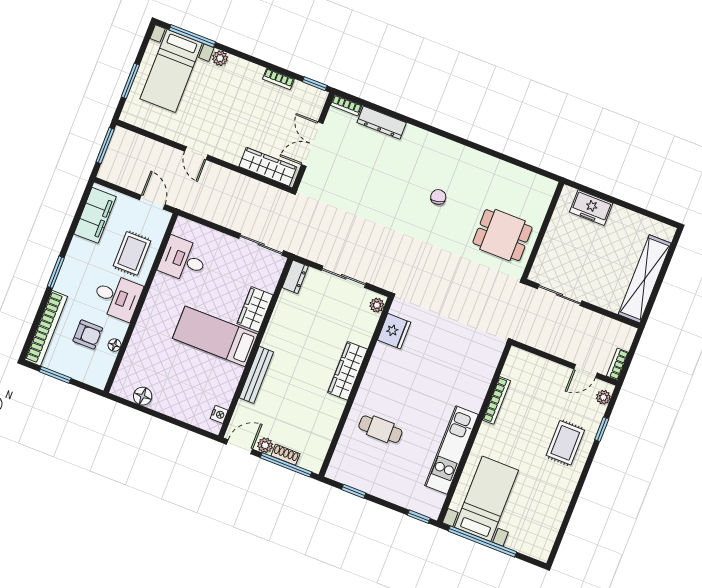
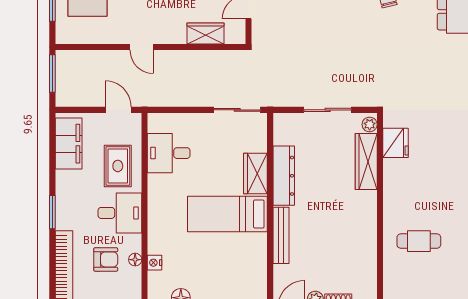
wardrobe: (268, 167) -> (205, 33), width x0.67
dresser: (295, 277) -> (284, 176), moved, width x1.96, depth x1.24
wardrobe: (348, 371) -> (366, 162), moved
nightstand: (219, 414) -> (155, 263), moved, turned 180

